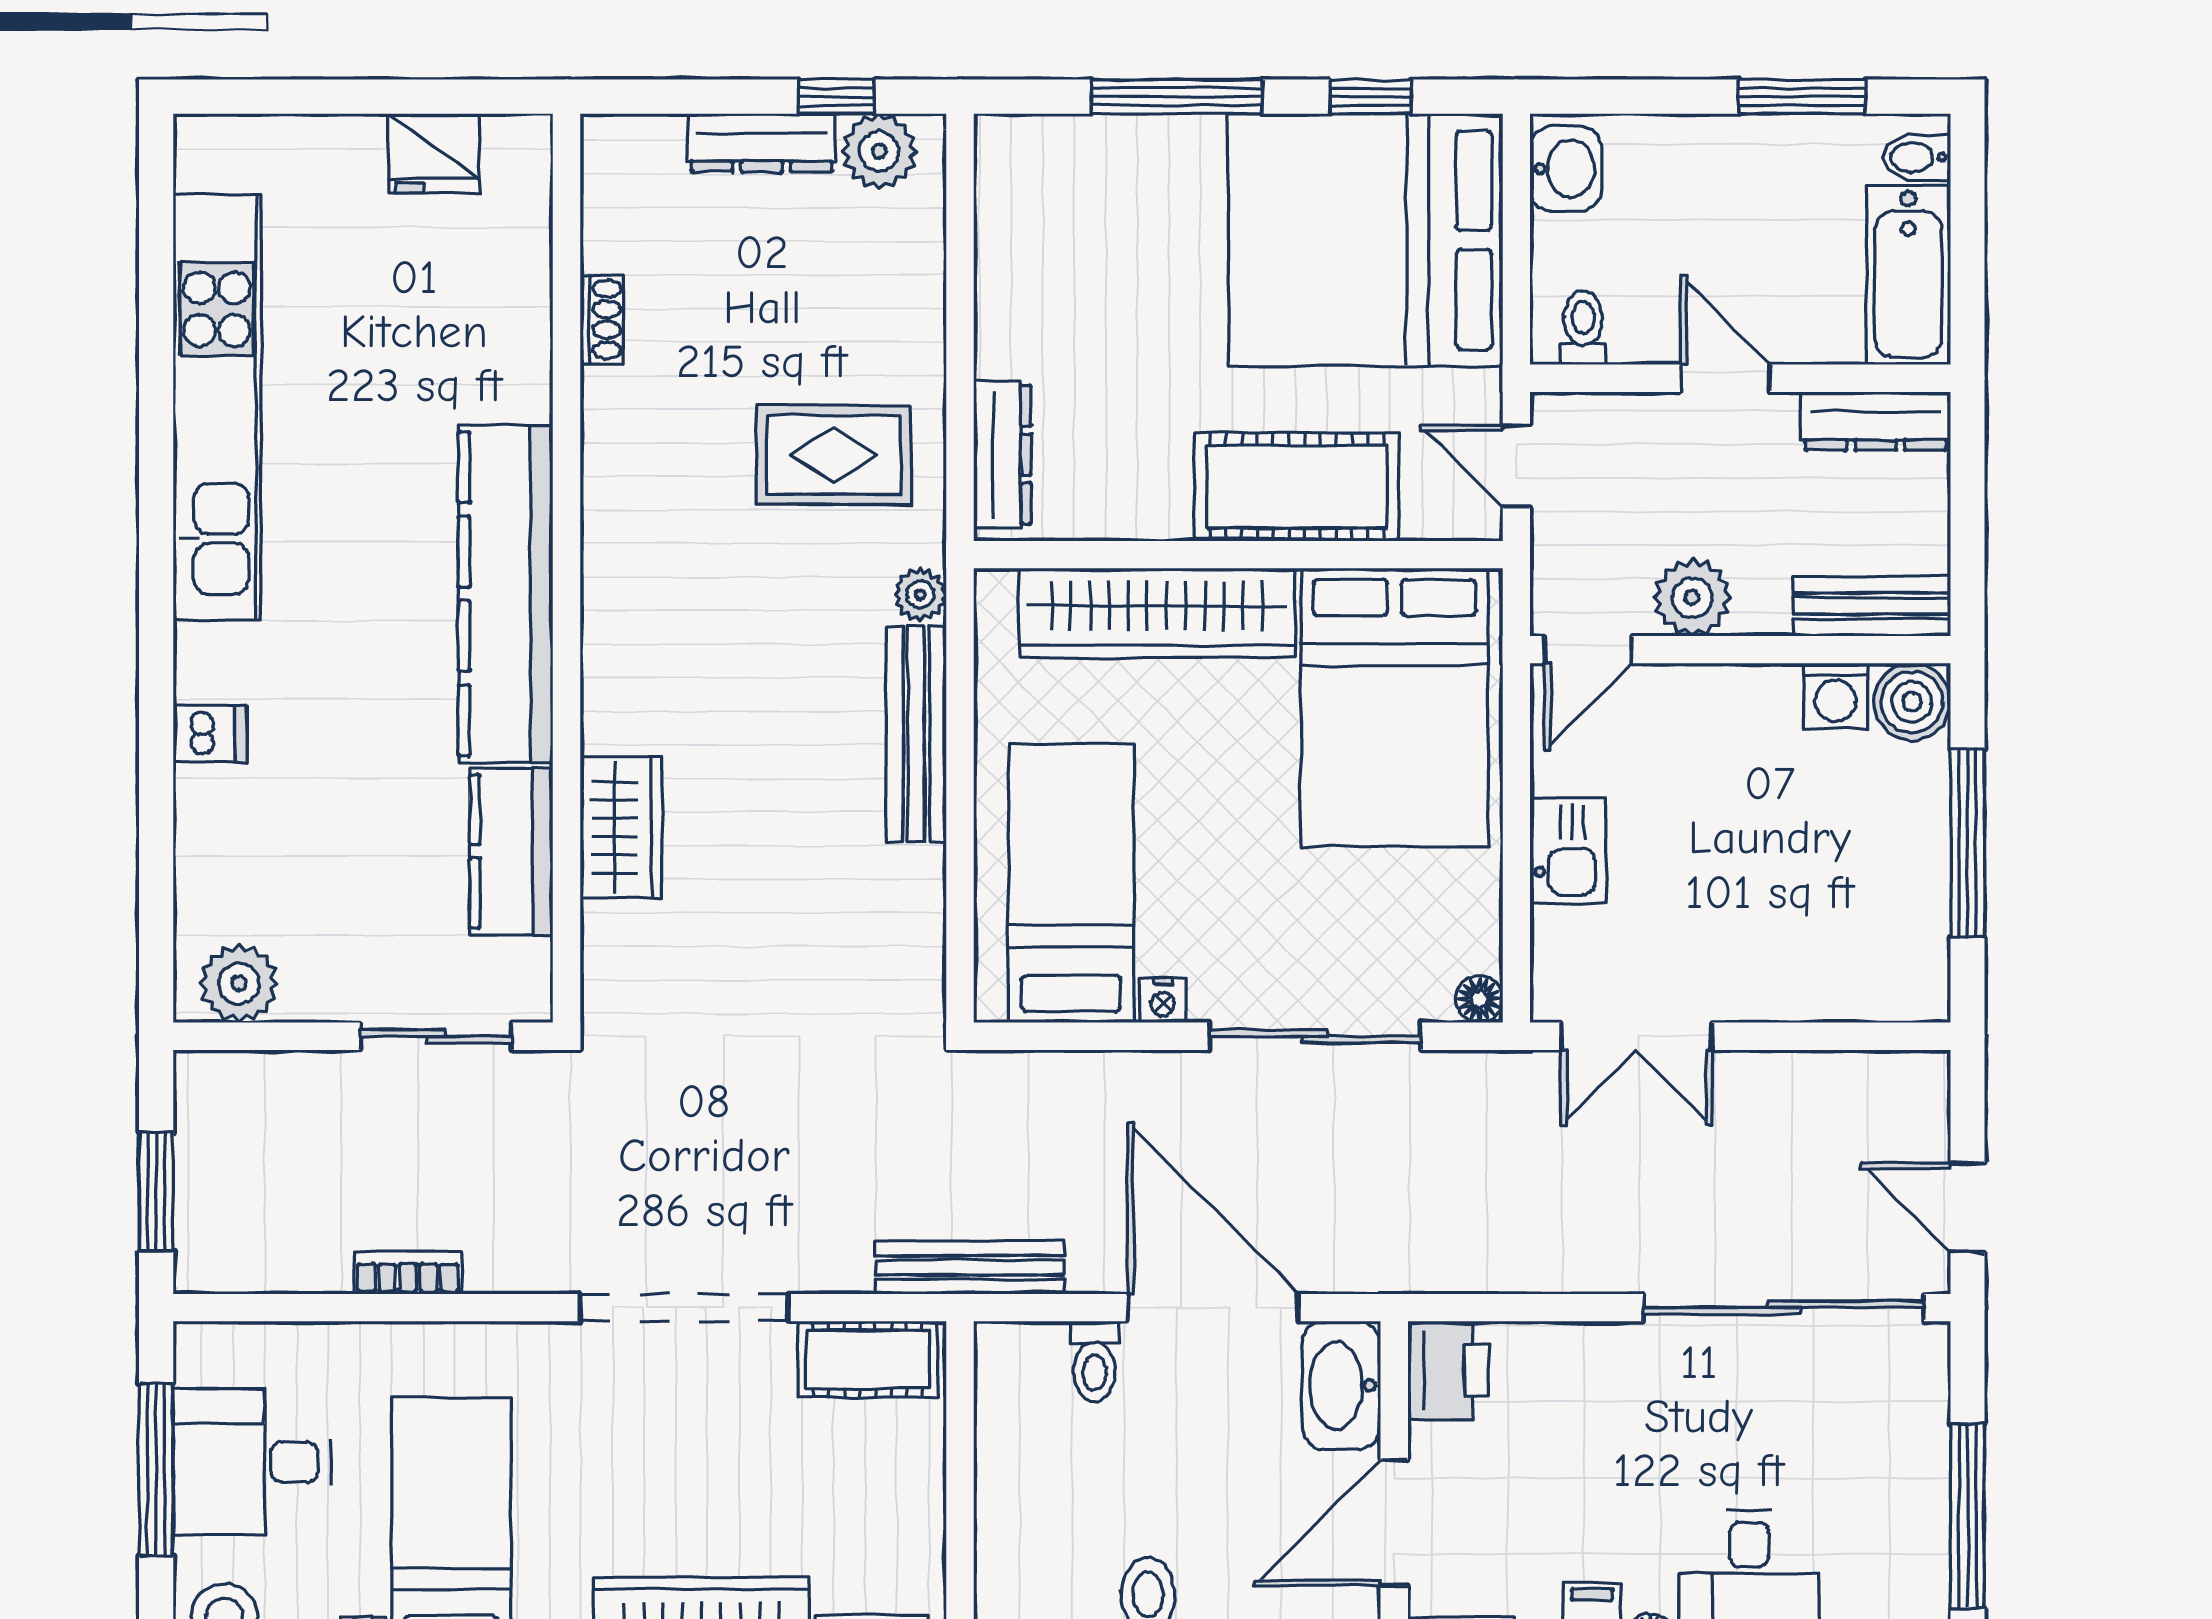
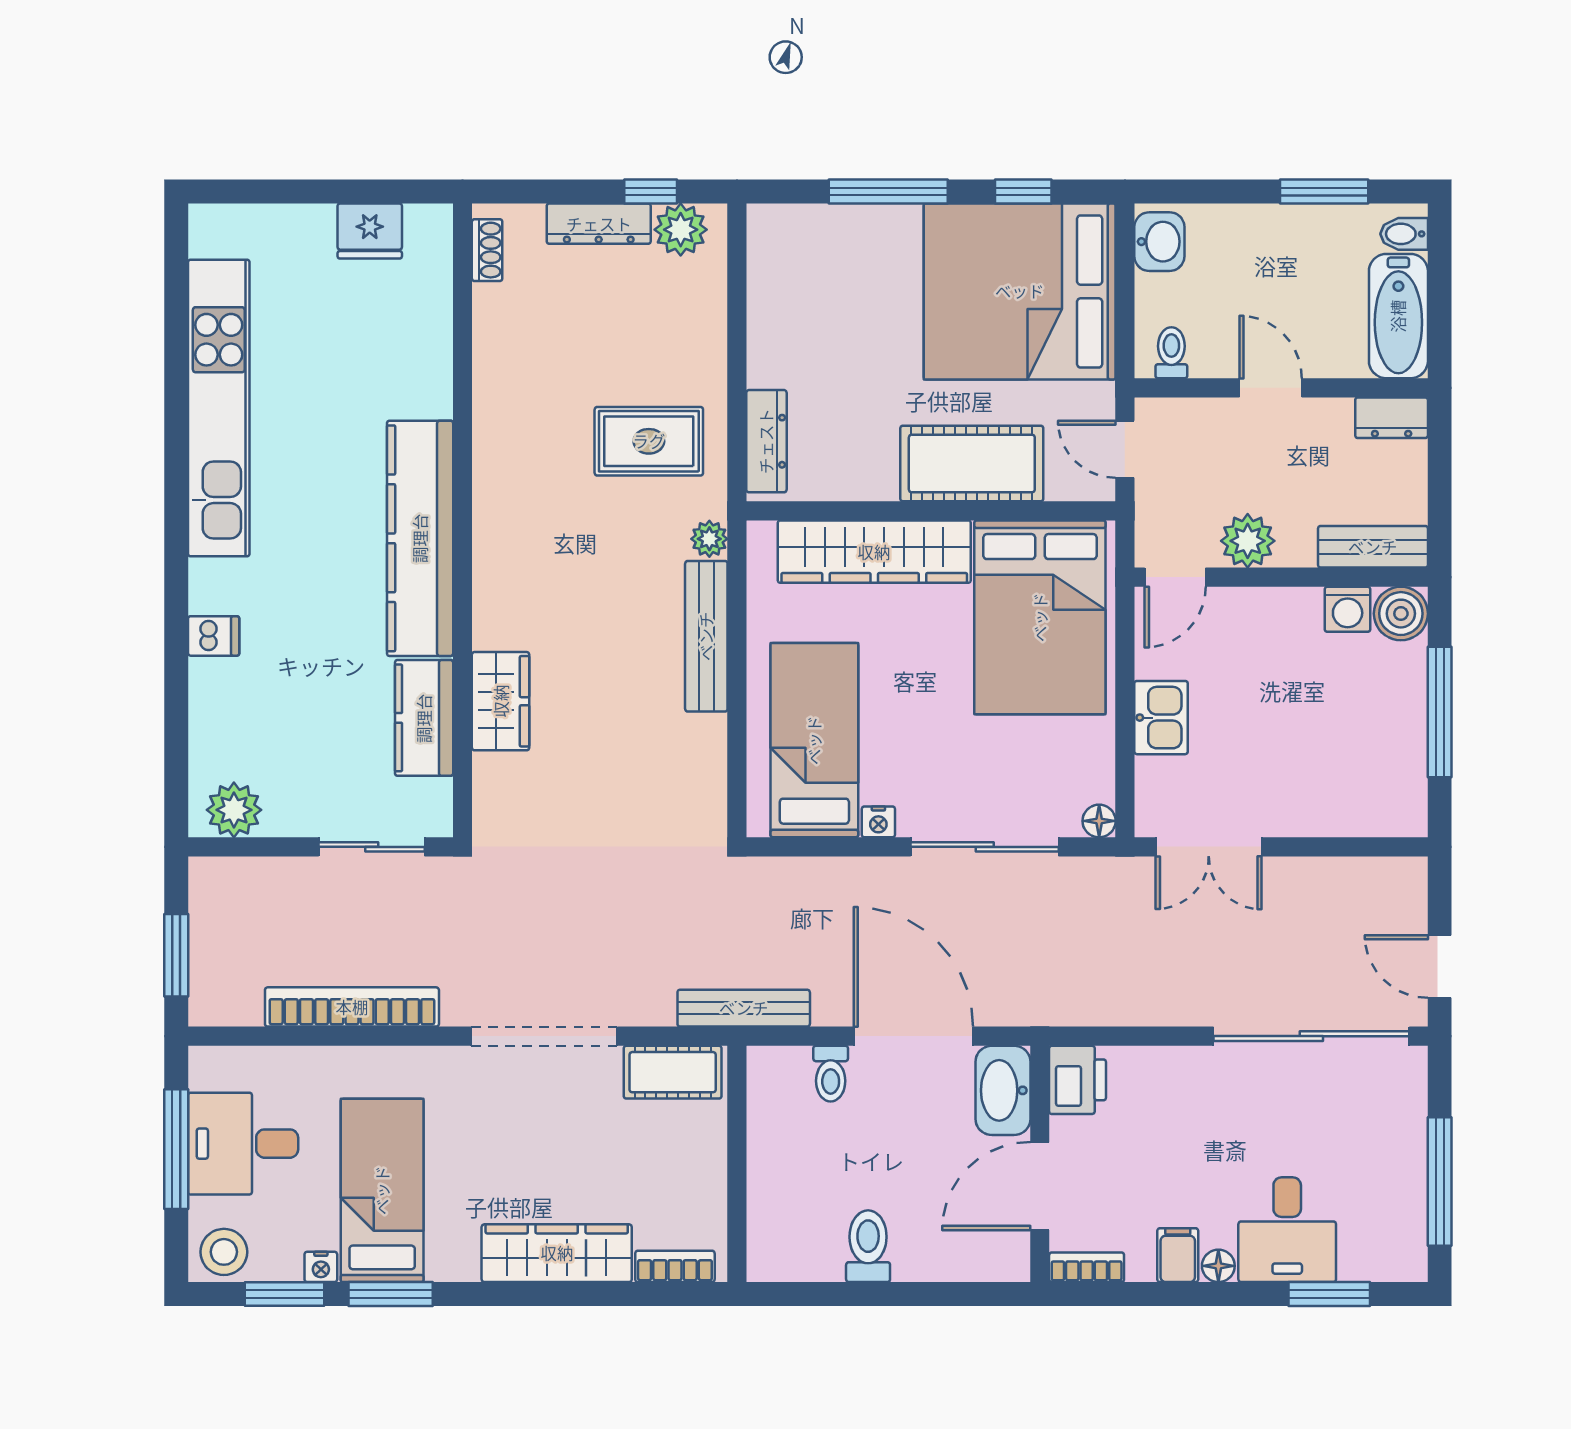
shoe rack: (602, 319) -> (487, 250), moved
dresser: (1876, 421) -> (1392, 418), width x0.70
bookcase: (408, 1273) -> (352, 1007), width x2.31, depth x1.31

